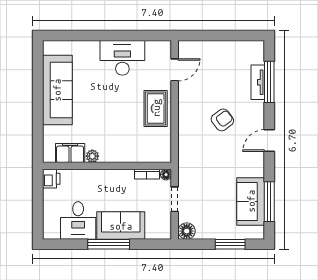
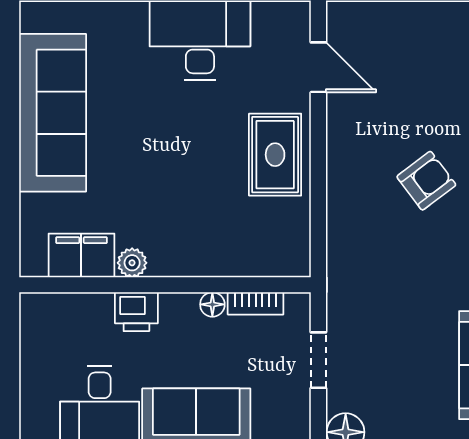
door: (175, 70) -> (318, 67), hinge flipped
floor lamp: (166, 175) -> (212, 304), moved
printer: (51, 179) -> (136, 312), moved, turned 90

